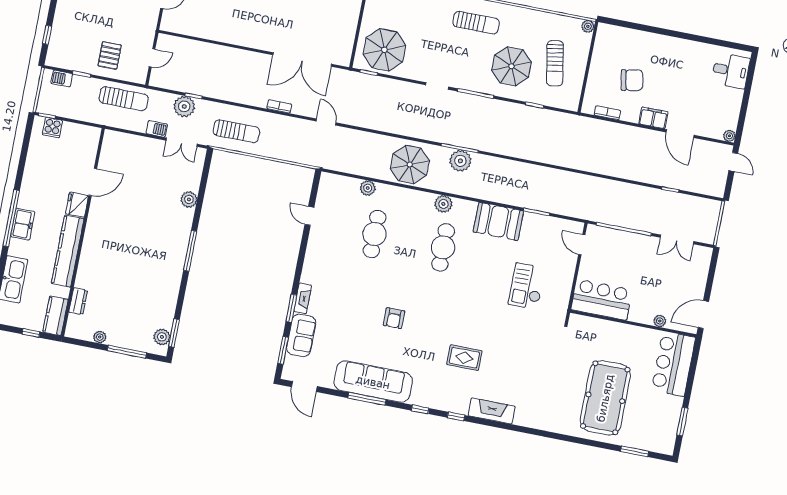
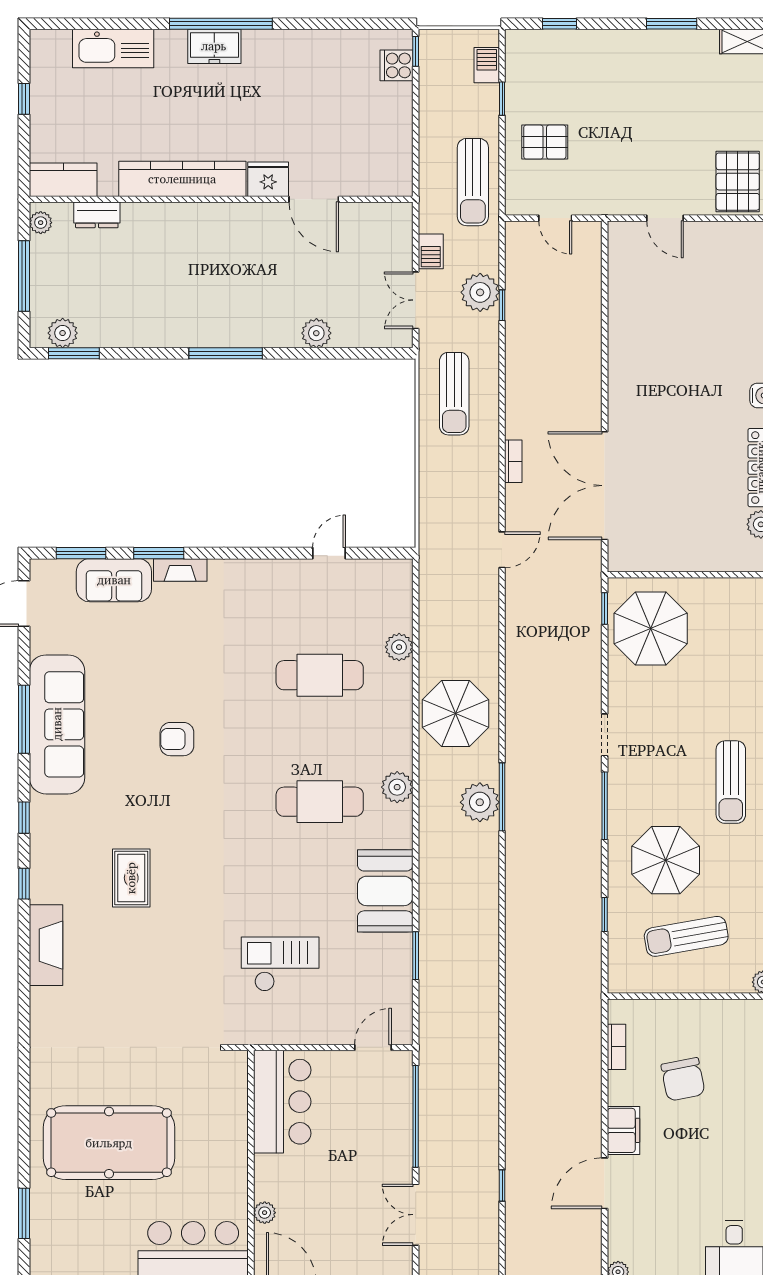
door: (93, 182) -> (314, 199), moved
fridge: (77, 205) -> (268, 179), moved
wall: (83, 232) -> (221, 199), moved
kitchen counter: (68, 251) -> (182, 179), moved
dresser: (78, 301) -> (97, 215), moved
kitchen counter: (55, 316) -> (63, 180), moved

